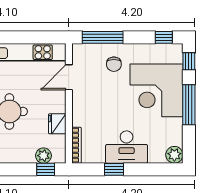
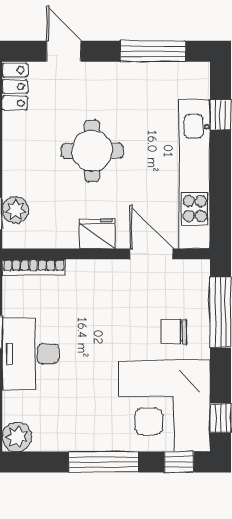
corner desk: (157, 90) -> (164, 406), moved, turned -90
fridge: (57, 124) -> (97, 234), moved

